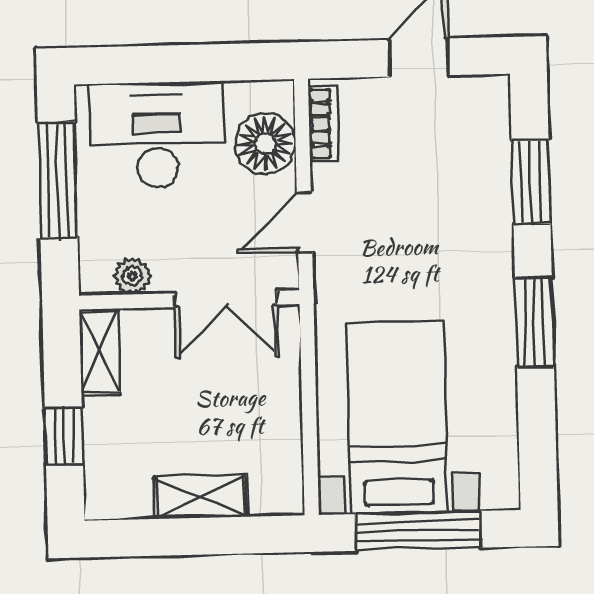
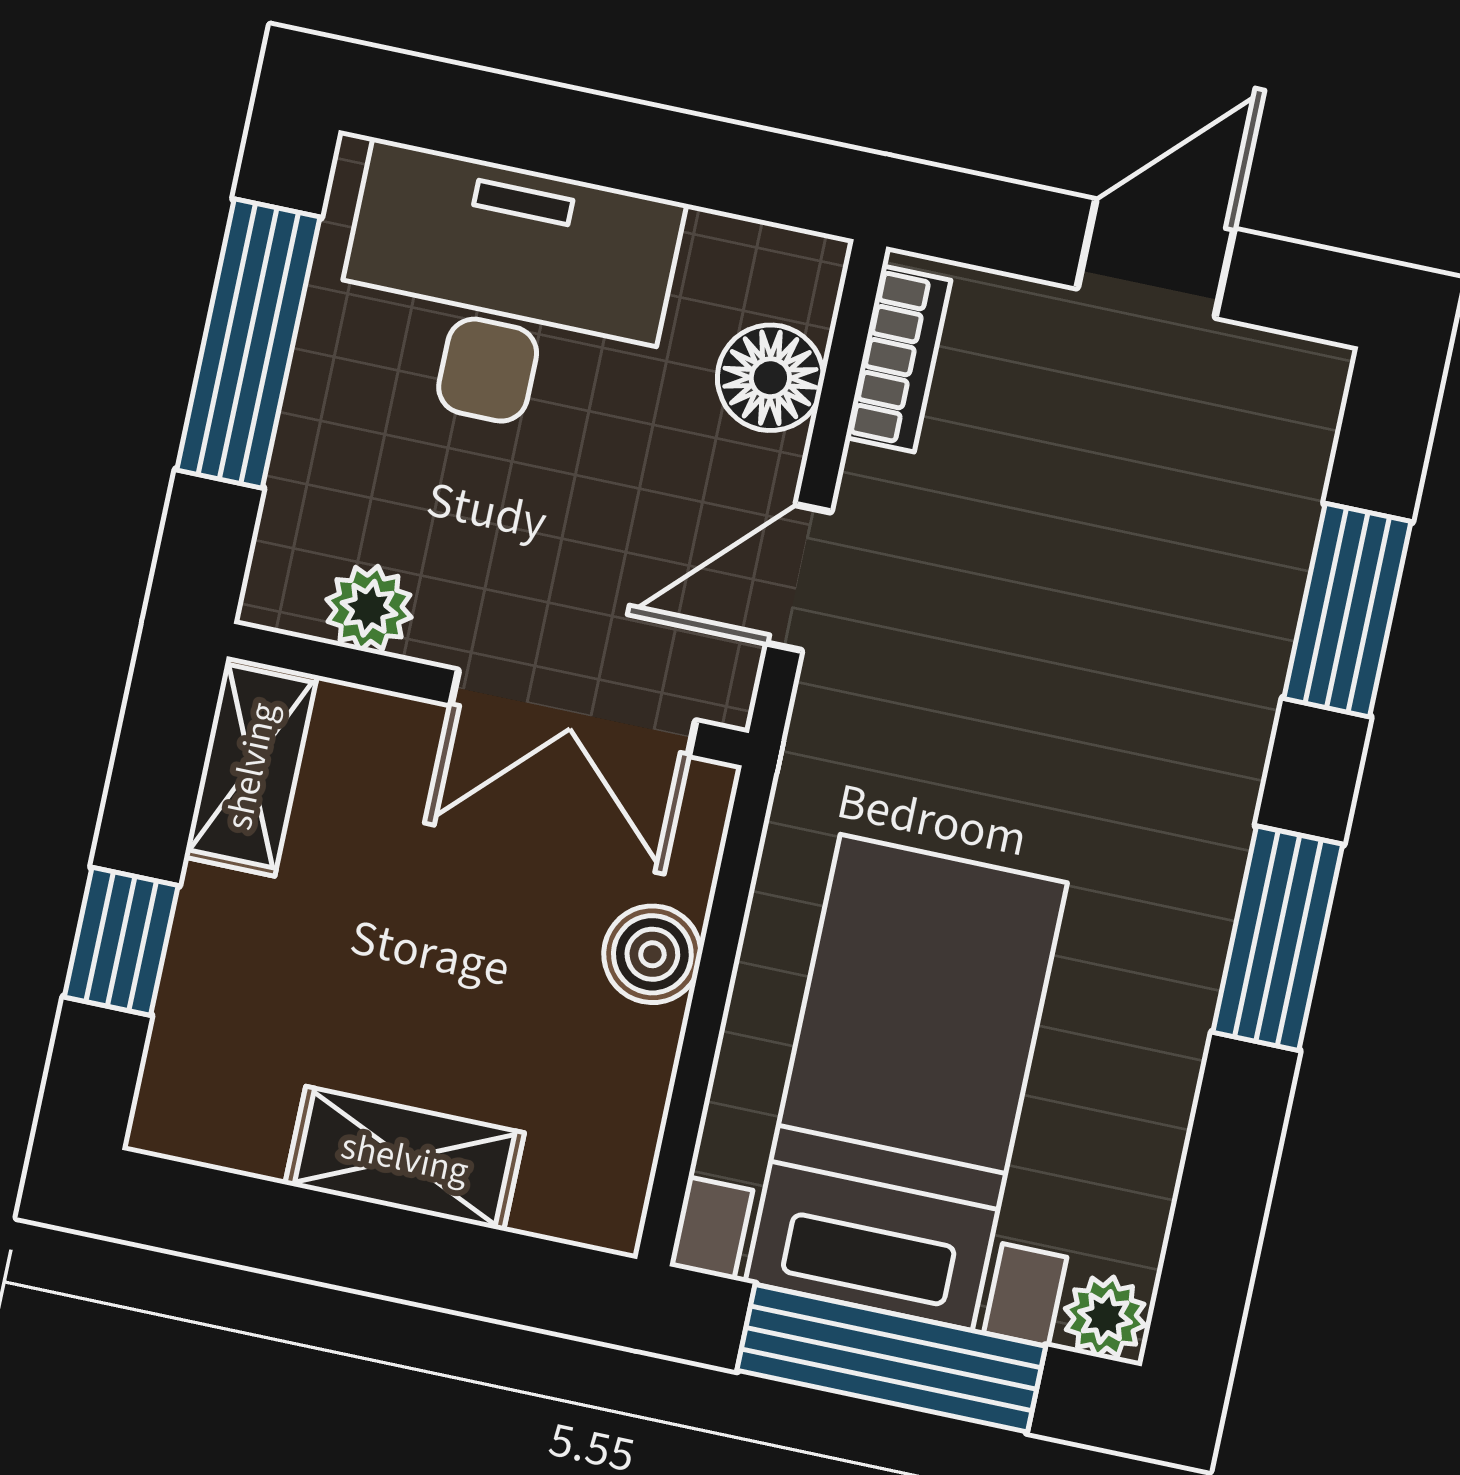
floor lamp: (265, 144) -> (770, 378), width x0.73, depth x0.73
boiler: (281, 390) -> (652, 954), added
plant: (501, 493) -> (1105, 1317), added

